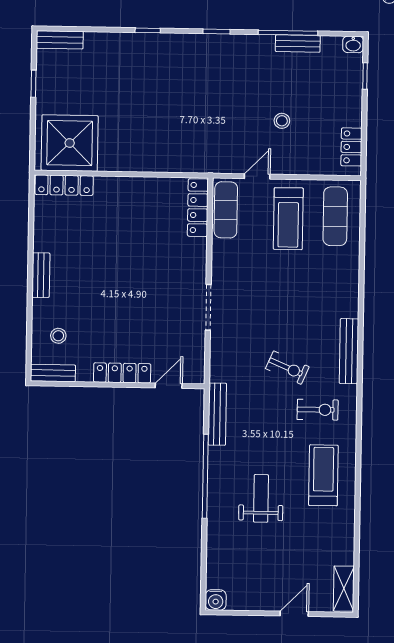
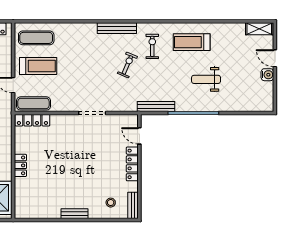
locker: (64, 185) -> (20, 165), moved, width x0.66
water cooler: (216, 600) -> (267, 75), moved

